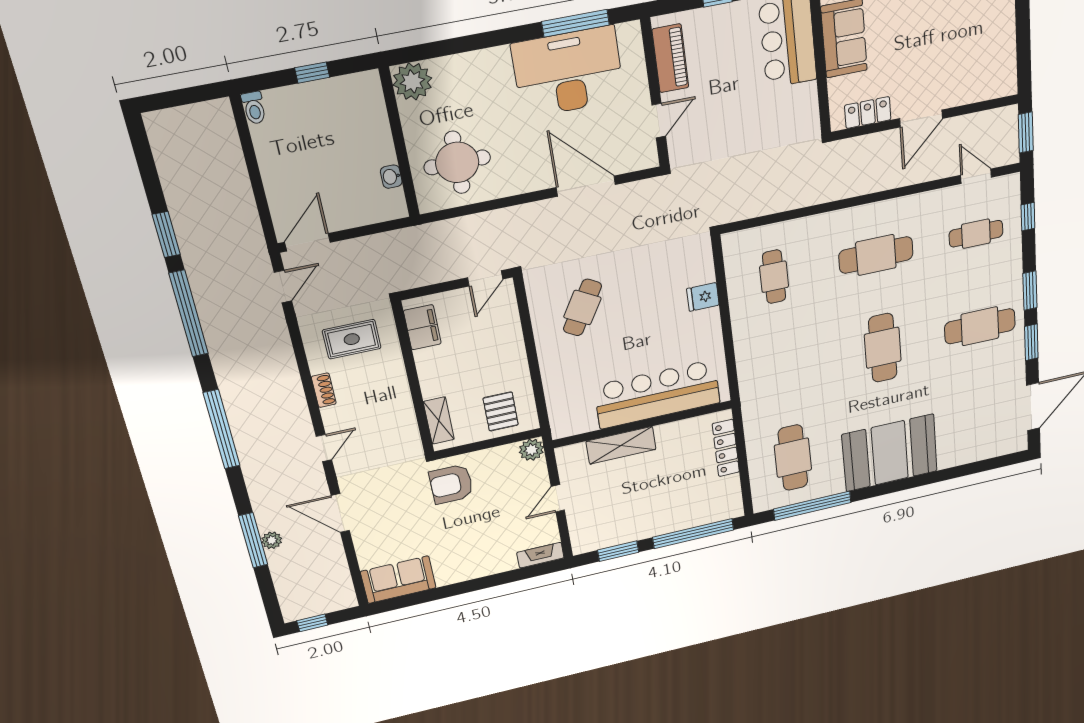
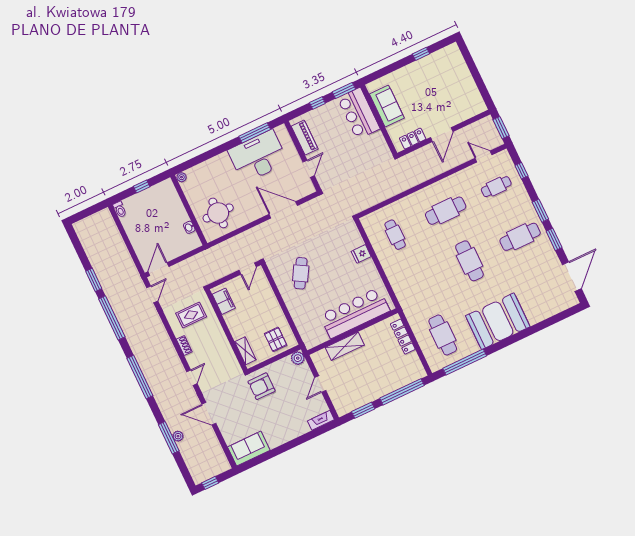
plant: (412, 81) -> (181, 177), width x0.53, depth x0.53

